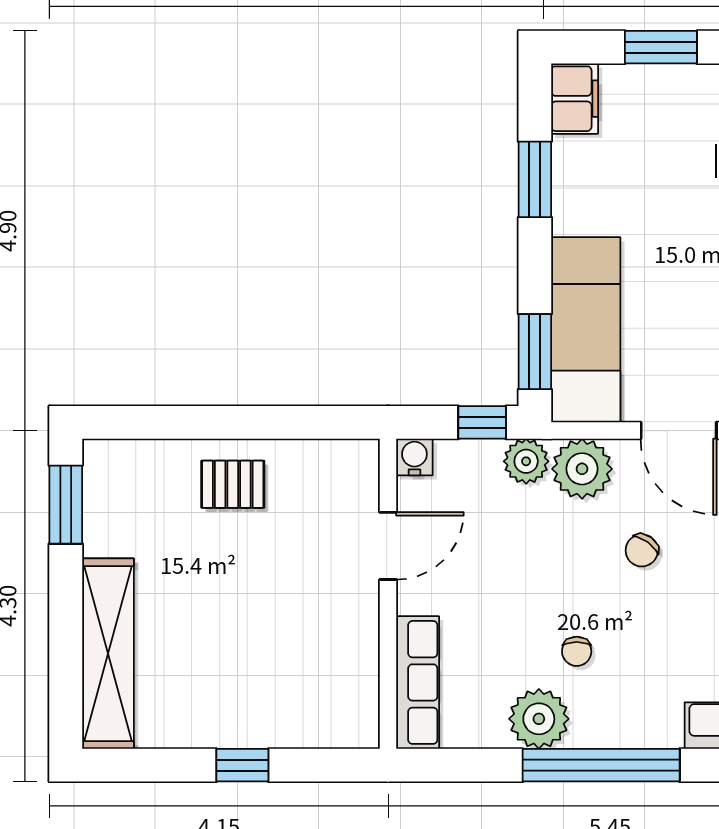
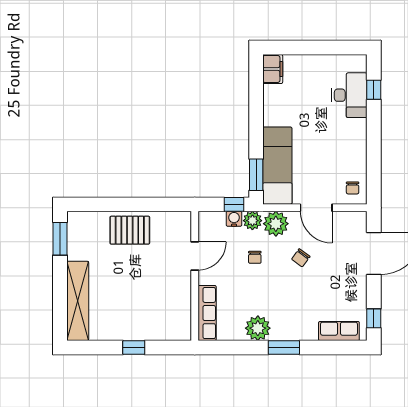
window: (661, 47) -> (309, 47), removed
window: (535, 179) -> (256, 103), removed
water cooler: (414, 457) -> (234, 219), moved
pallet: (233, 484) -> (130, 230), width x1.50, depth x1.42
chair: (577, 651) -> (255, 257), moved
window: (601, 765) -> (284, 348), width x0.47

